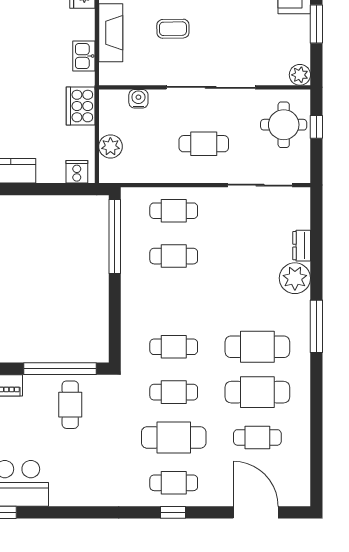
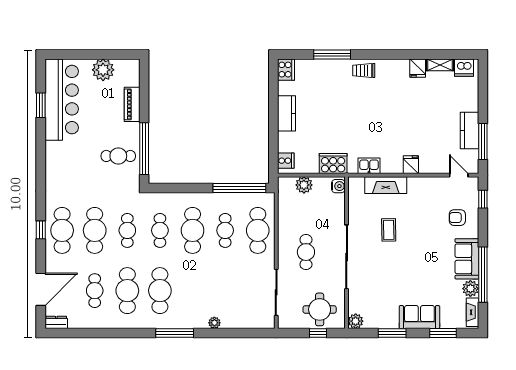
water cooler: (138, 99) -> (338, 186), moved
cafe table: (174, 211) -> (258, 230), width x1.37, depth x1.35
dresser: (302, 246) -> (56, 322), moved
plant: (295, 278) -> (214, 323), width x0.53, depth x0.53
cafe table: (174, 301) -> (193, 230), added
cafe table: (174, 483) -> (62, 230), width x1.37, depth x1.35

